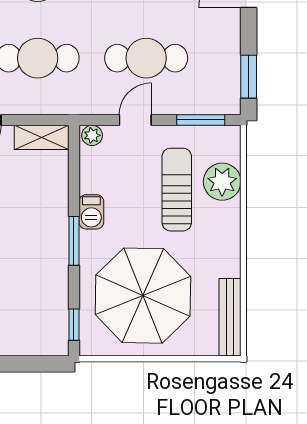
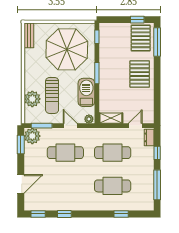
plant: (222, 96) -> (32, 136), added
door: (135, 120) -> (70, 126), swing flipped
barbecue: (91, 212) -> (86, 92), width x1.88, depth x1.53
bench: (230, 317) -> (29, 35), width x0.73

